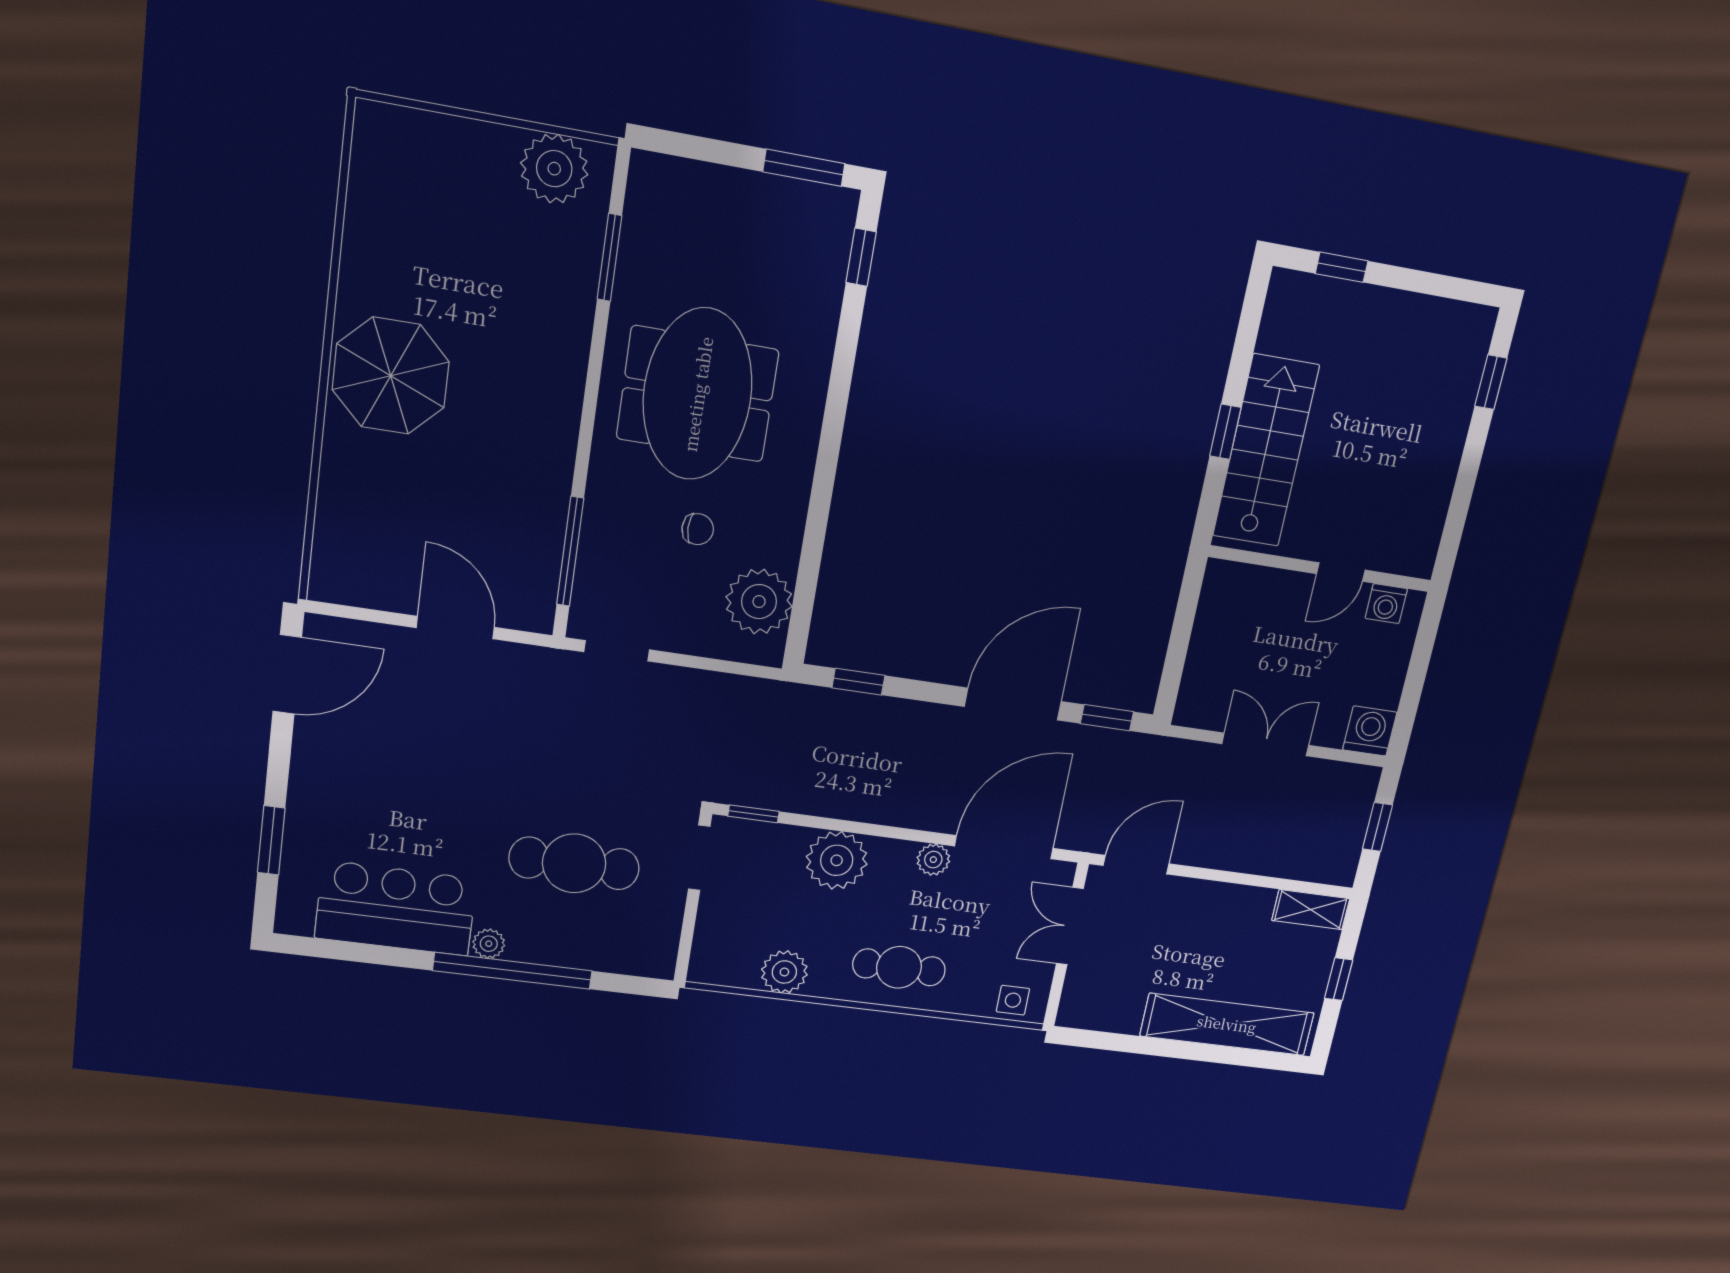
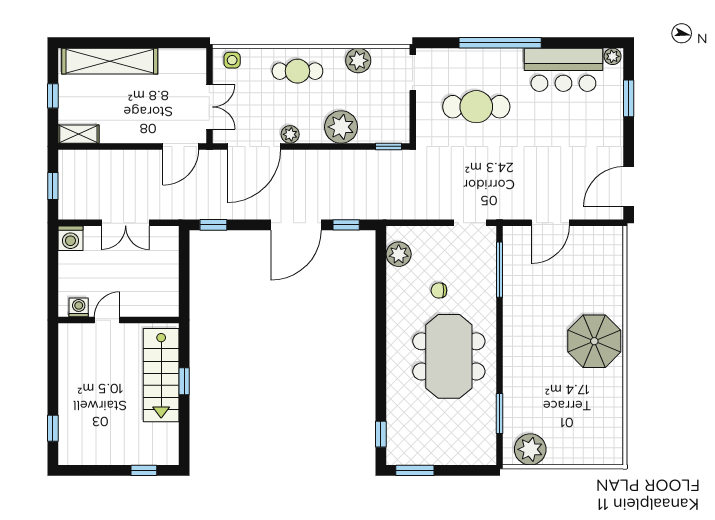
plant: (759, 602) -> (399, 254), width x0.73, depth x0.73
door: (455, 628) -> (550, 223), hinge flipped
door: (1013, 704) -> (296, 225), moved
doorway: (699, 858) -> (413, 73), moved
plant: (489, 944) -> (613, 56), moved

